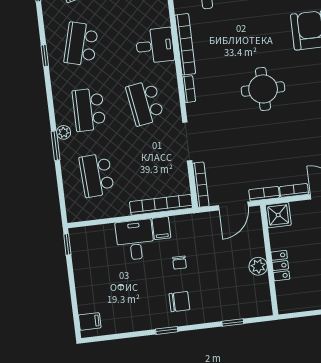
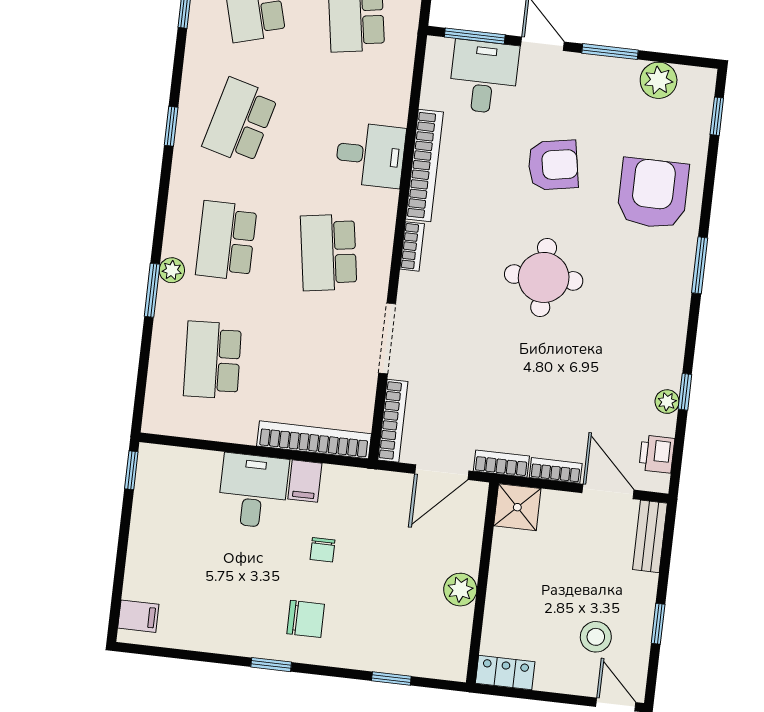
armchair: (254, 28) -> (553, 165), added
locker: (280, 266) -> (505, 673), moved, turned -90

